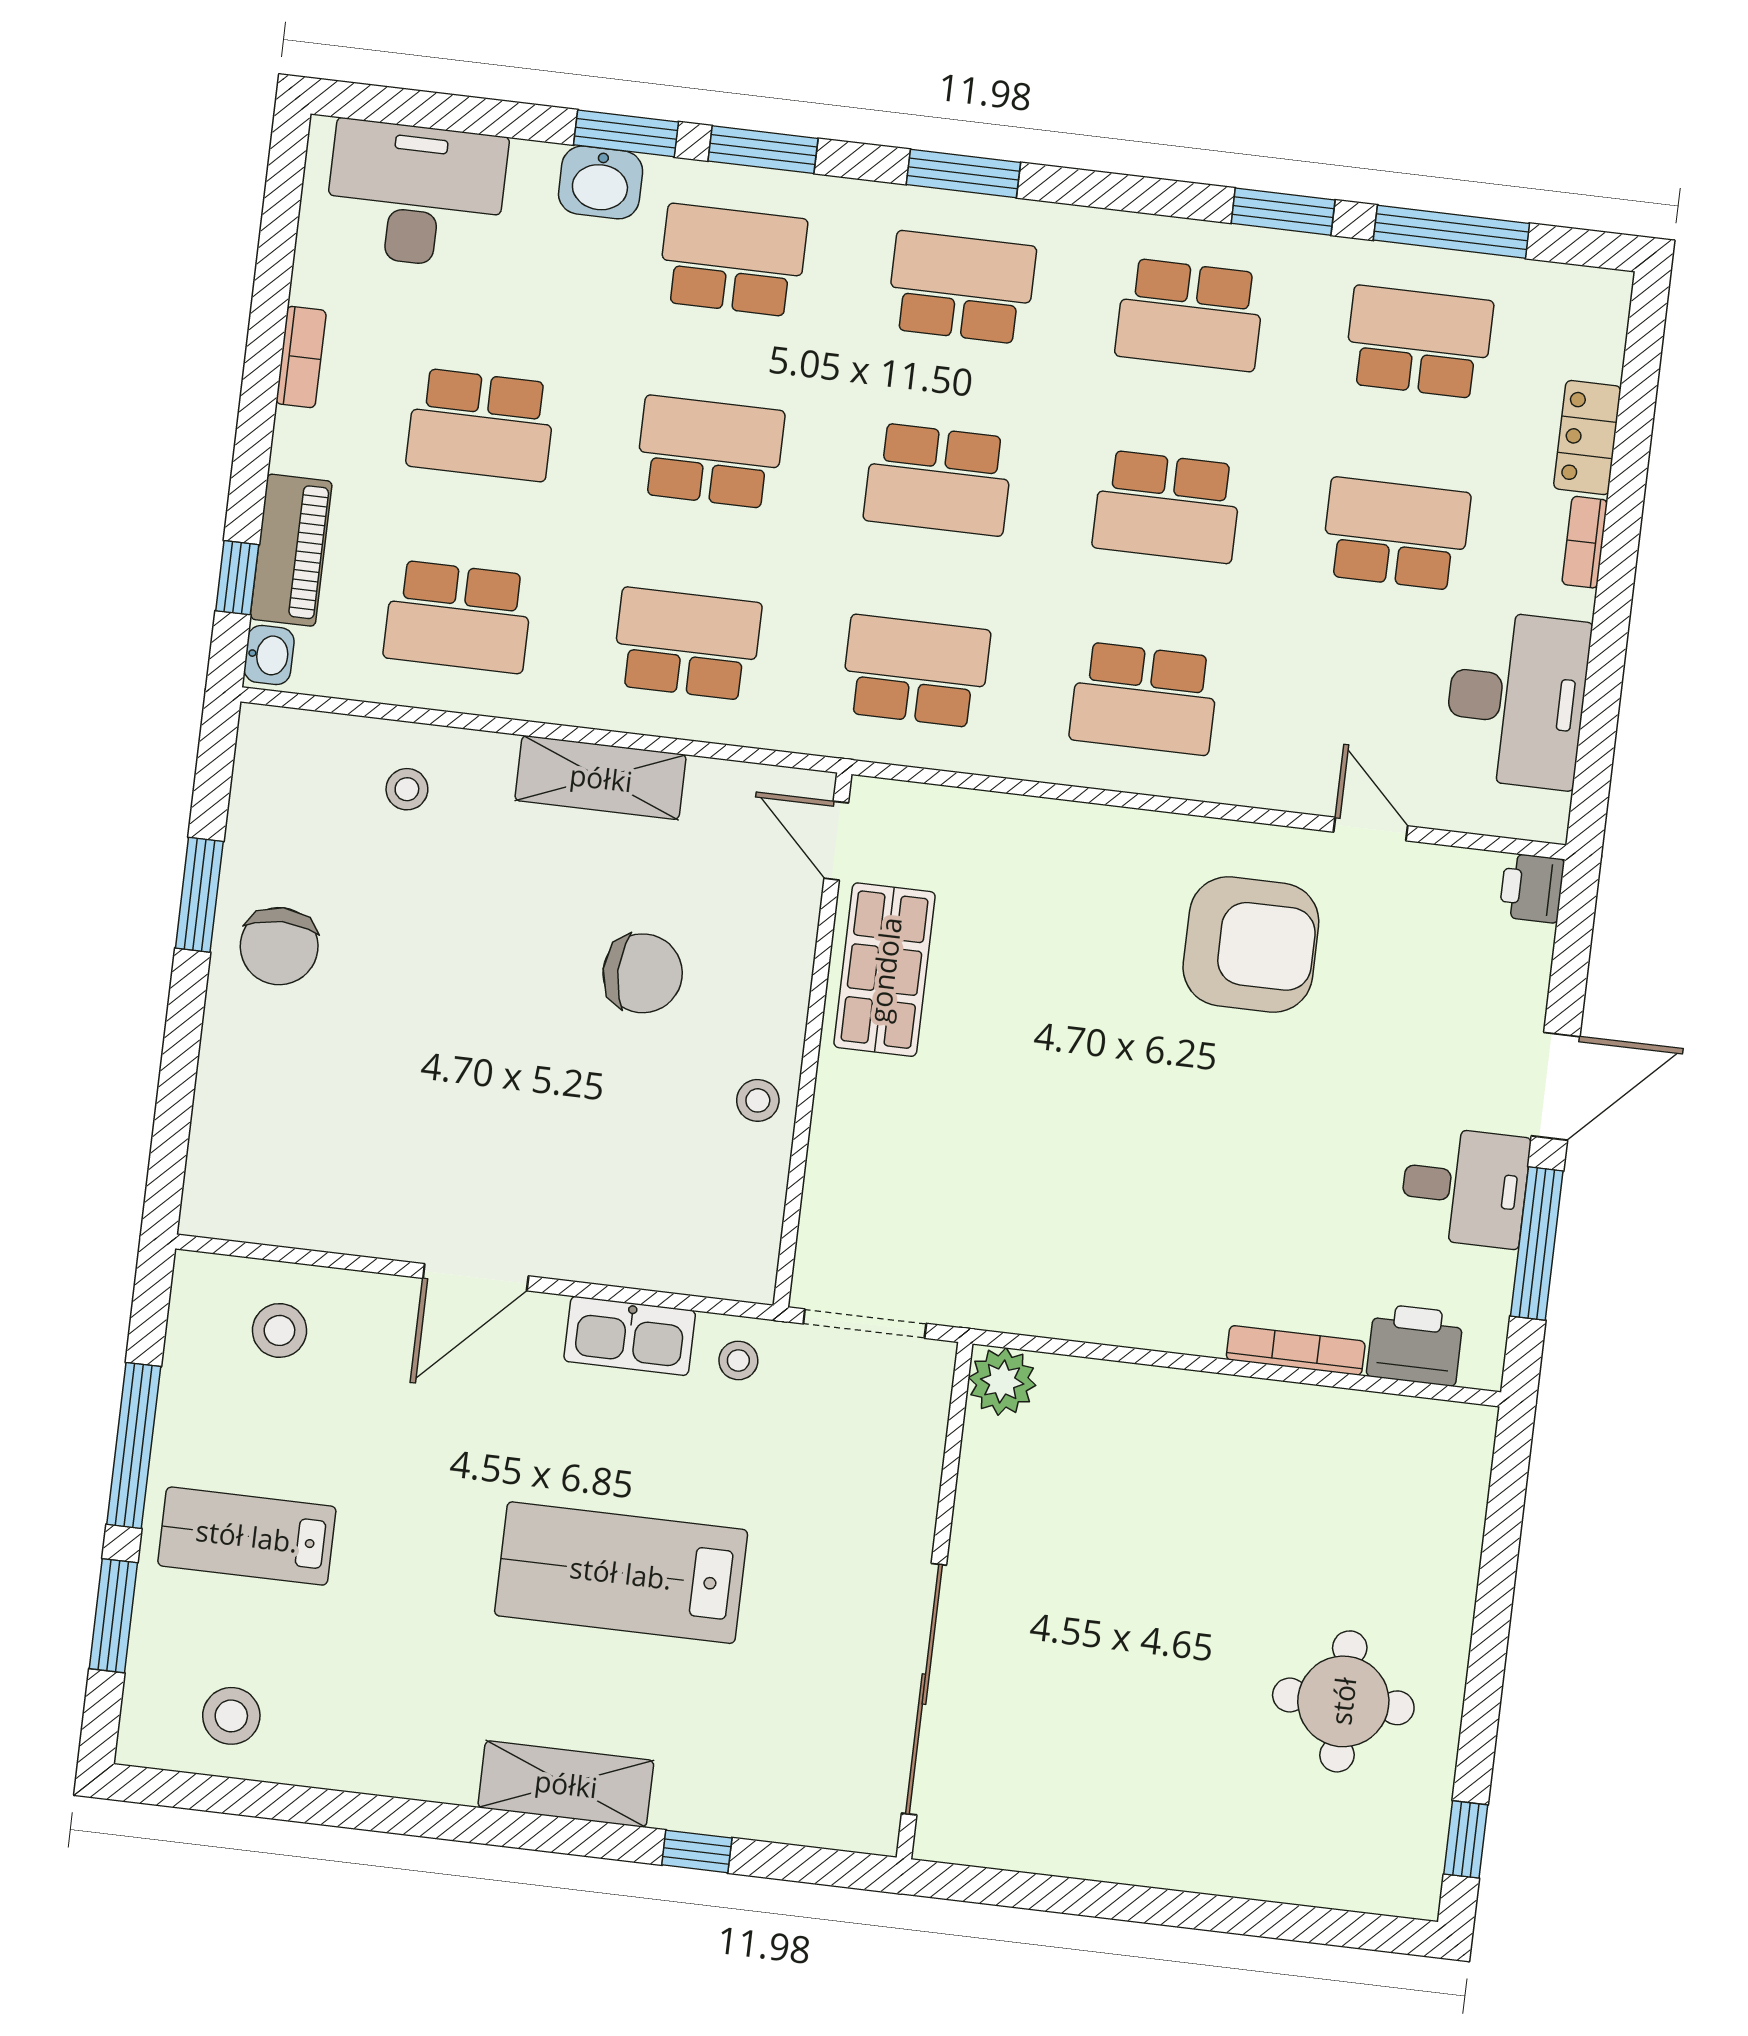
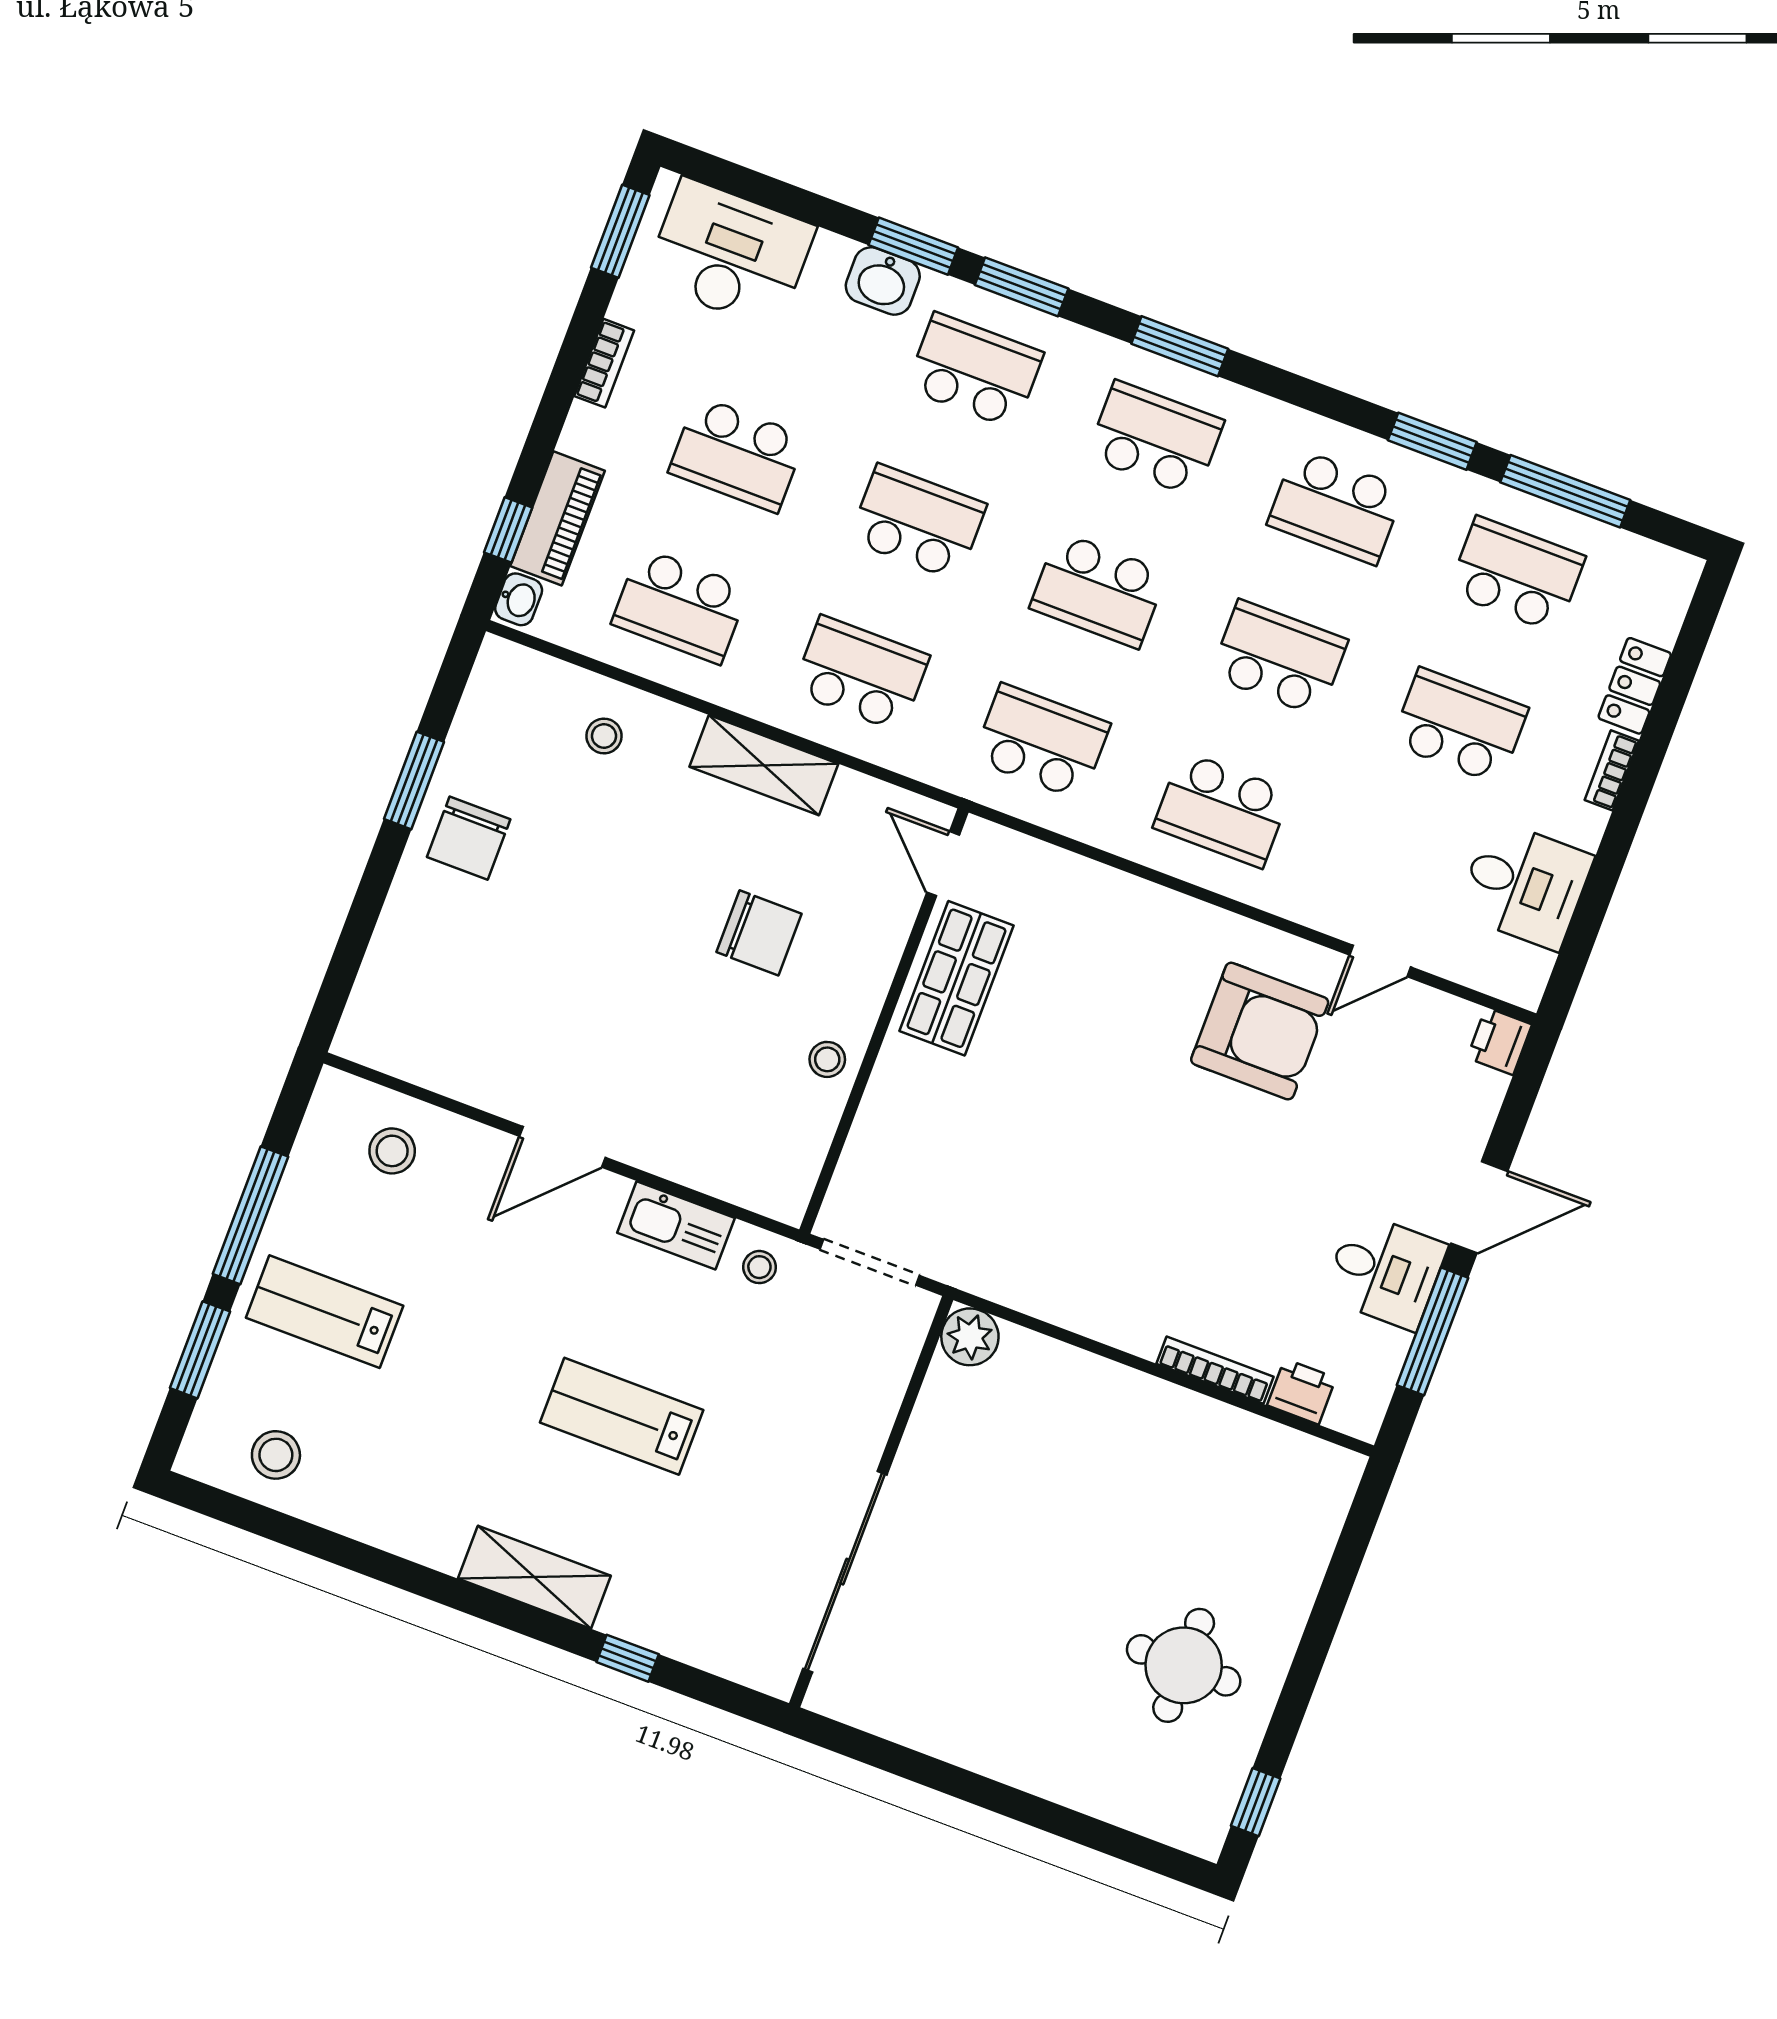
window: (282, 200) -> (620, 231), added
school desk: (1167, 507) -> (1279, 658), turned 180
desk: (1517, 699) -> (1525, 885), width x0.73
door: (1371, 829) -> (1380, 961), swing flipped
printer: (1415, 1345) -> (1302, 1392), width x0.73, depth x0.81
lab bench: (621, 1573) -> (622, 1416), width x0.73, depth x0.72

